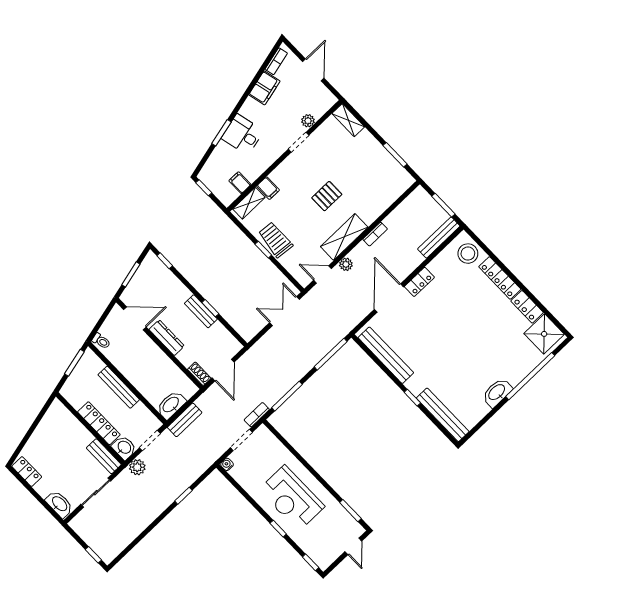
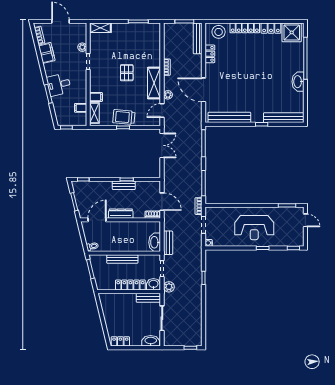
locker: (419, 282) -> (210, 54), moved
double door: (284, 311) -> (162, 145), swing flipped

